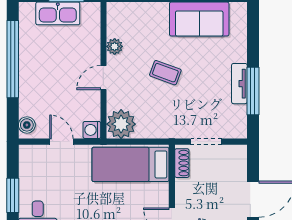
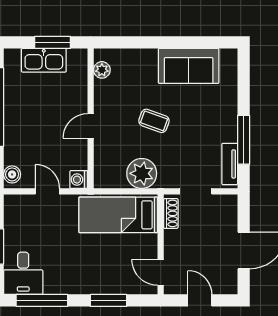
plant: (115, 46) -> (102, 70), moved
tv unit: (239, 84) -> (230, 164), moved
plant: (121, 124) -> (142, 173), moved

